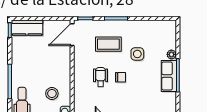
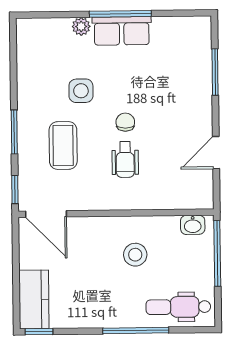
wheelchair: (101, 77) -> (125, 160), turned -90
stool: (52, 94) -> (135, 255), moved

